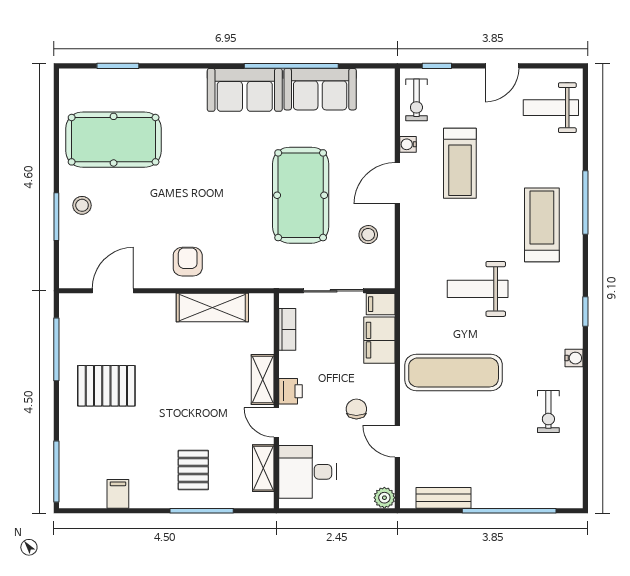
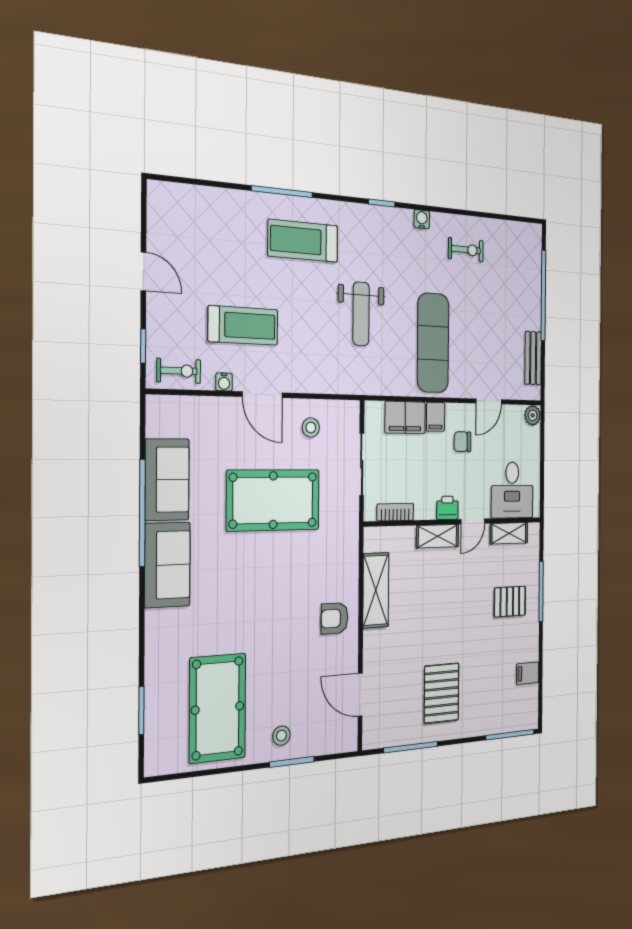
weight bench: (551, 108) -> (188, 220), removed
filing cabinet: (381, 304) -> (436, 417), moved

